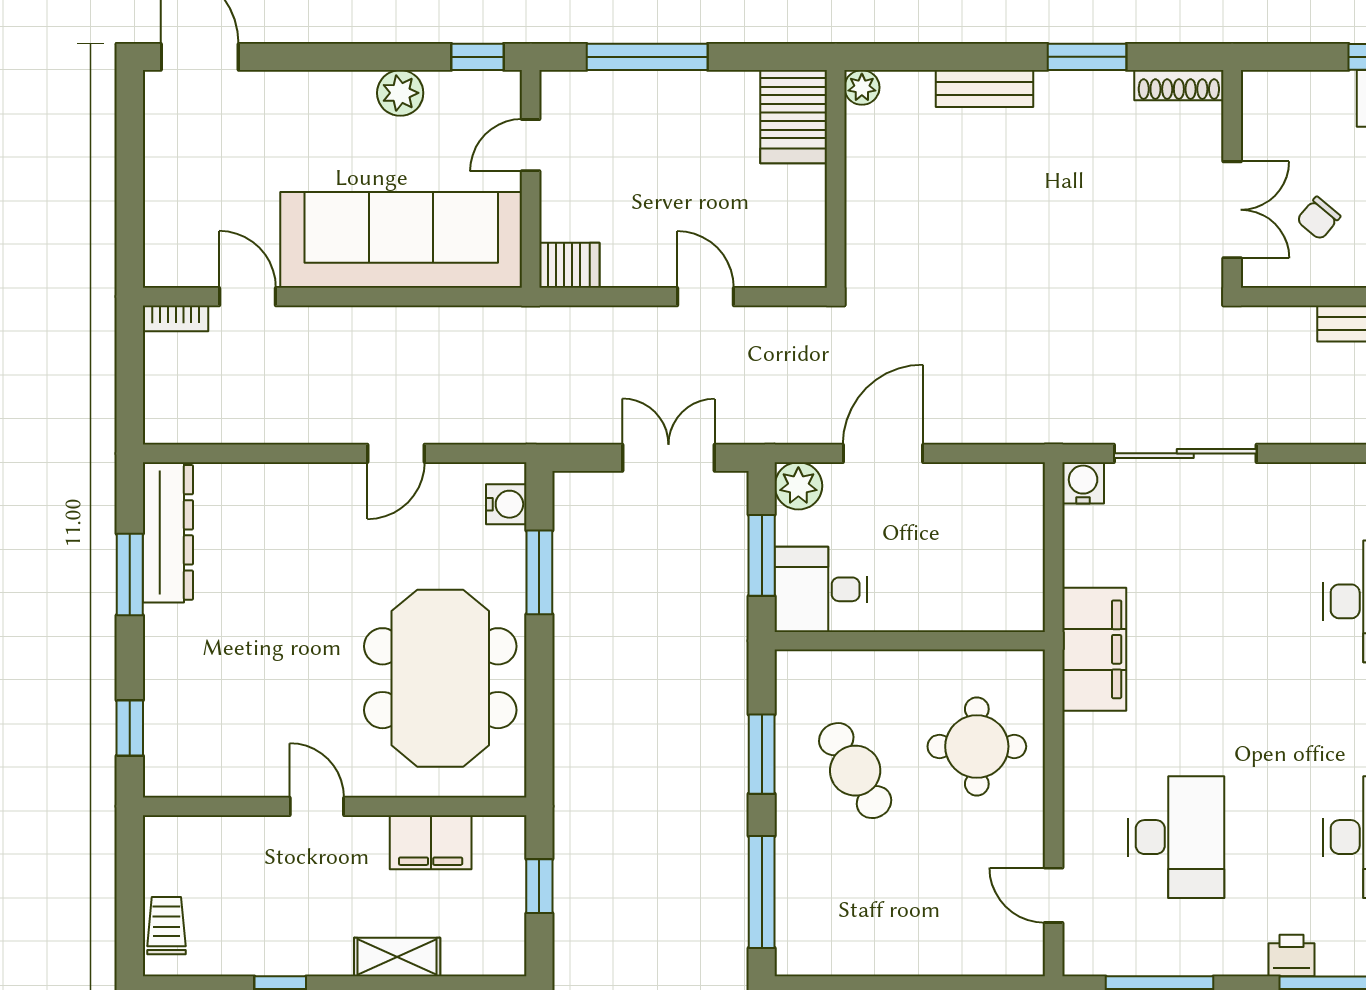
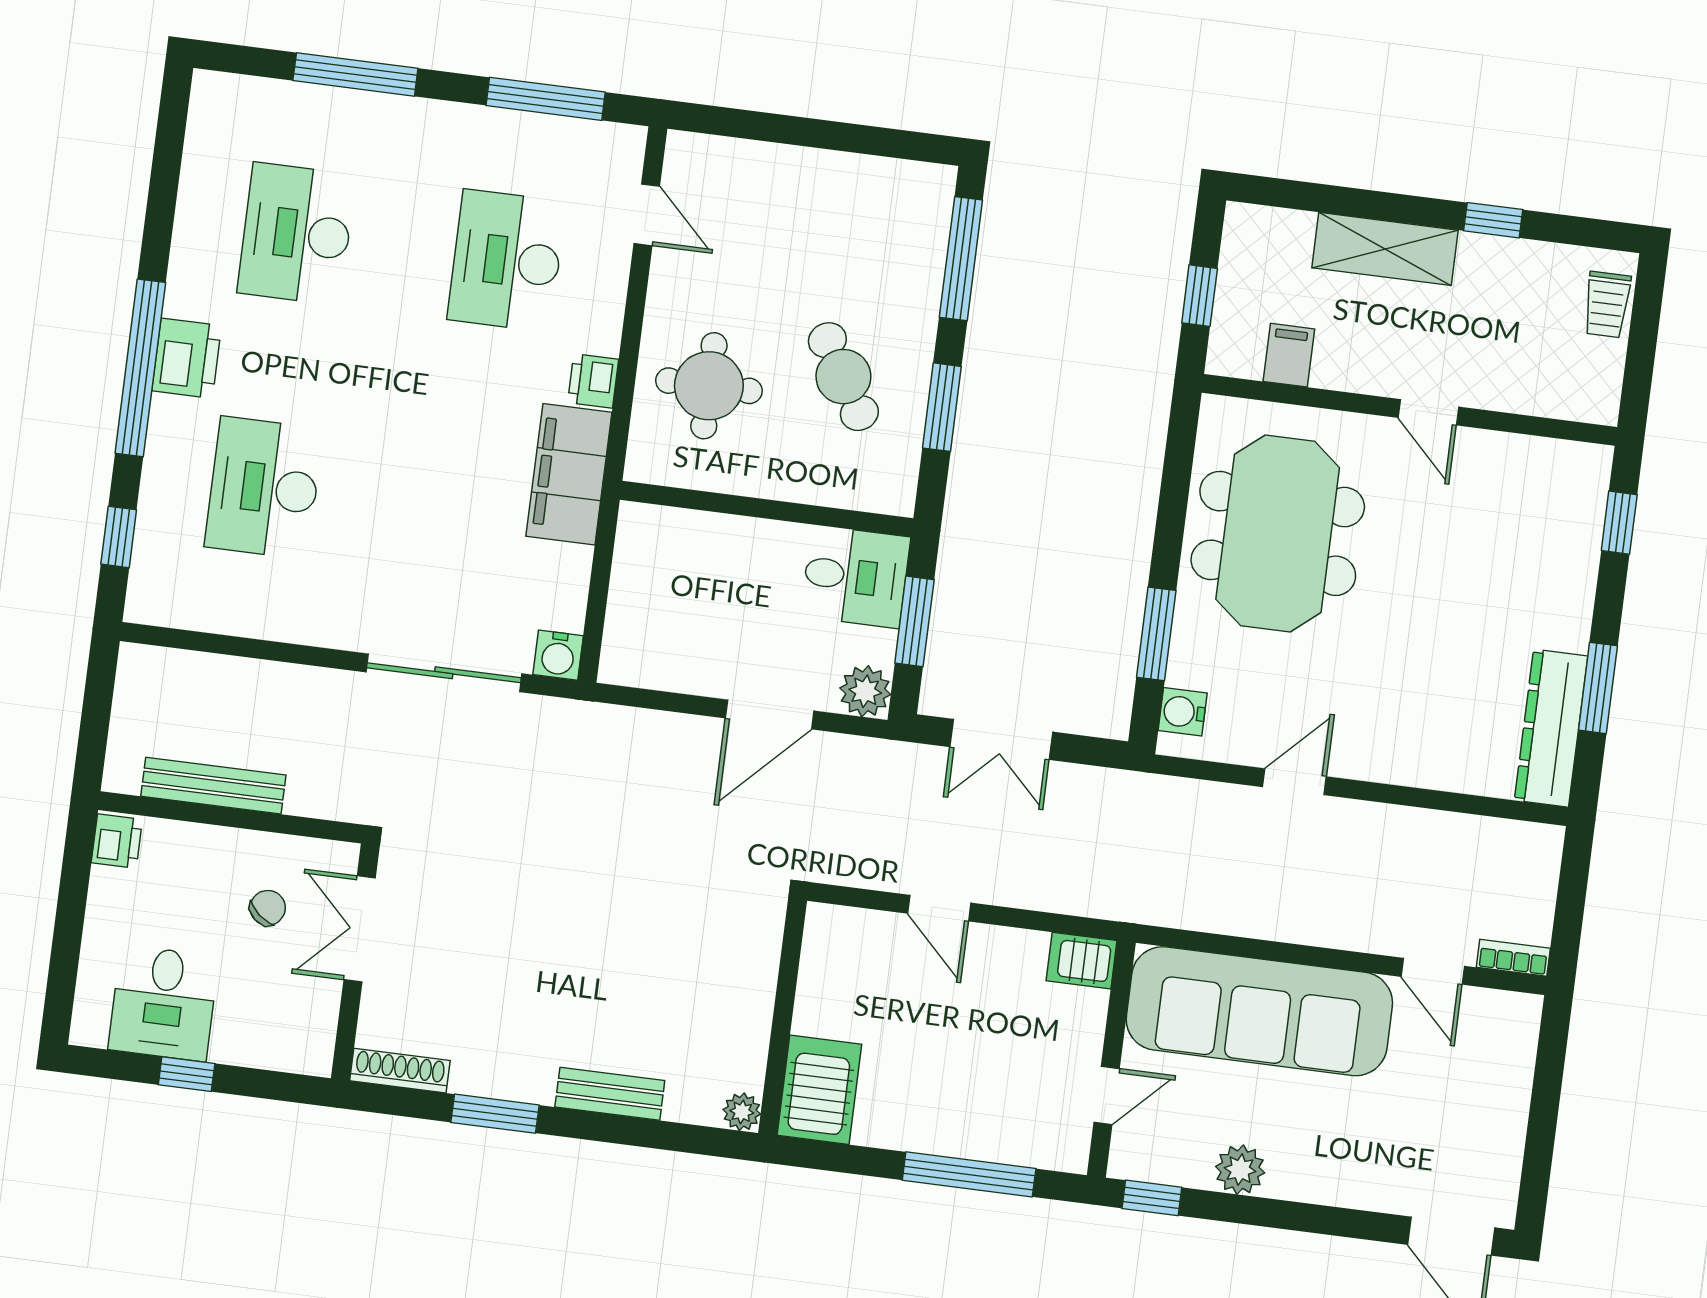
filing cabinet: (431, 842) -> (1289, 355), width x0.50
printer: (1292, 955) -> (593, 381), moved, turned 90
shelving: (397, 957) -> (1385, 249), width x1.50, depth x1.33

